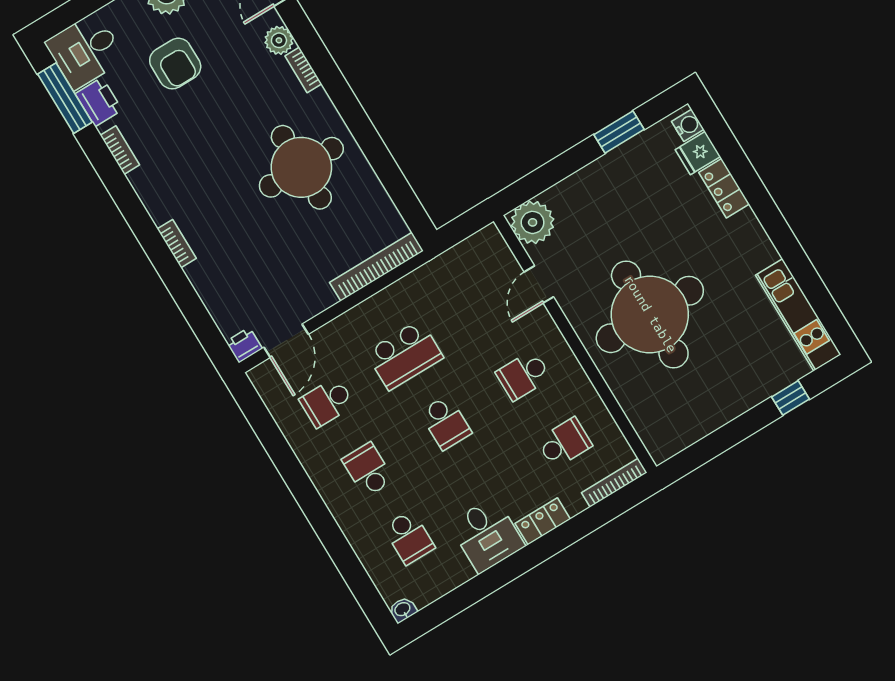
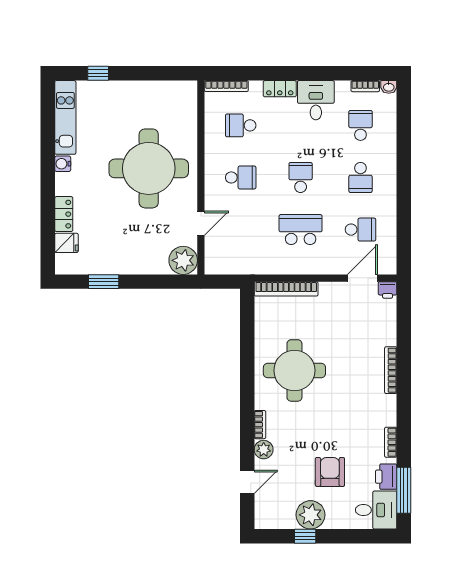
water cooler: (688, 125) -> (63, 164), moved
bookcase: (177, 244) -> (391, 370), width x1.56
bookcase: (434, 592) -> (365, 86), added

